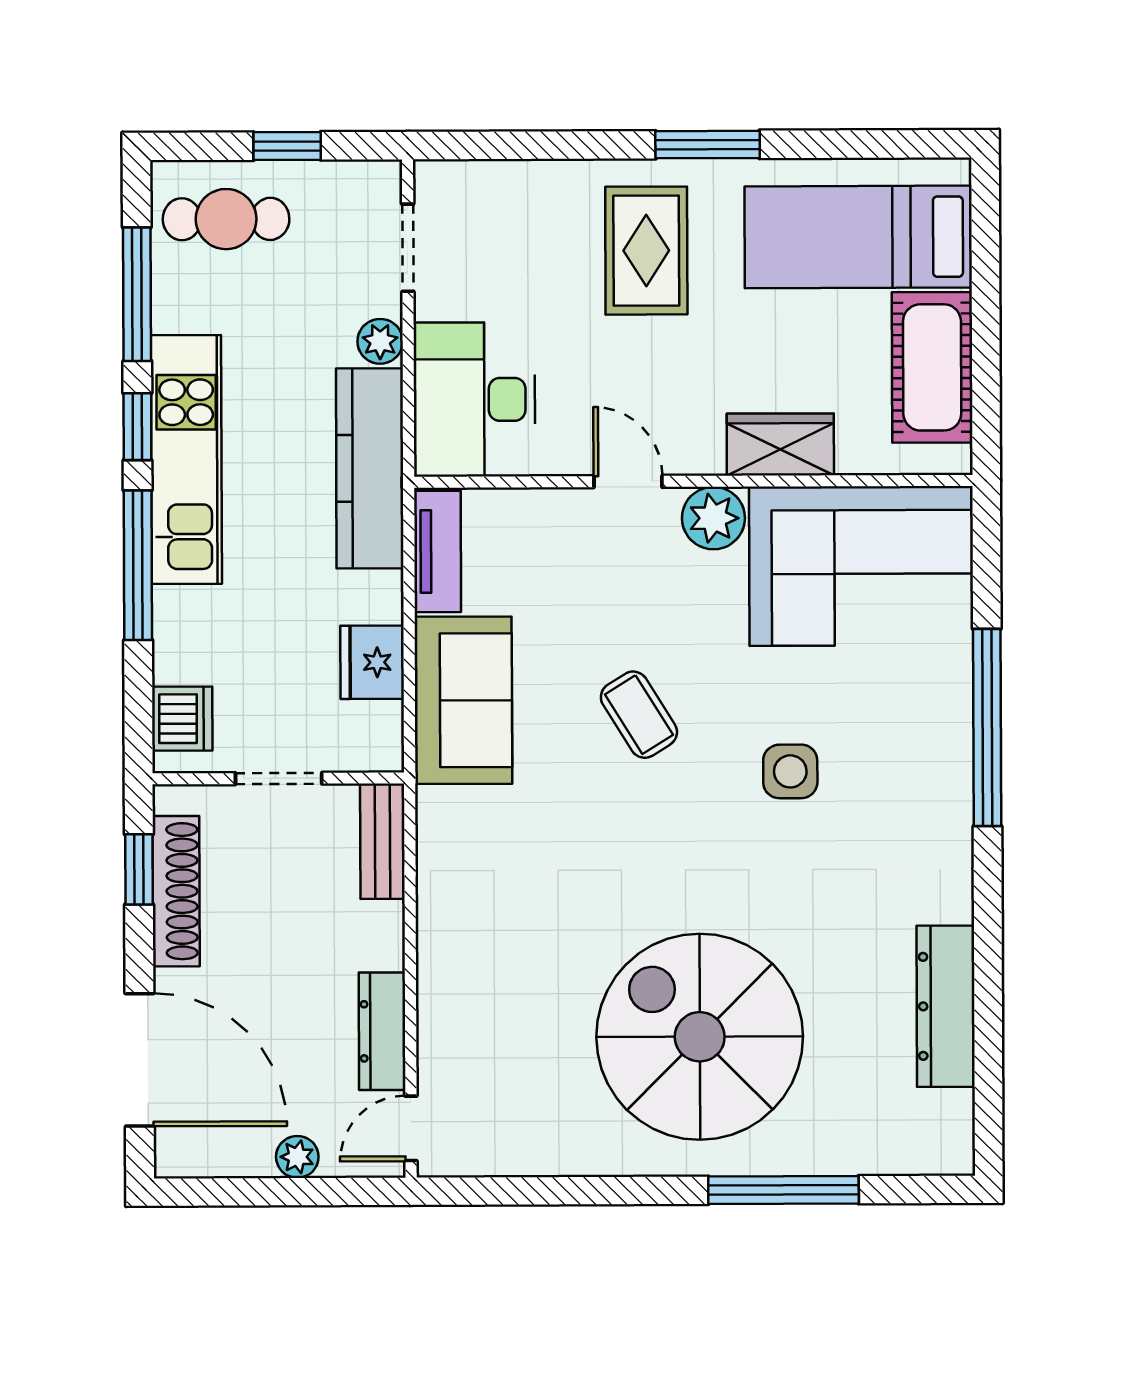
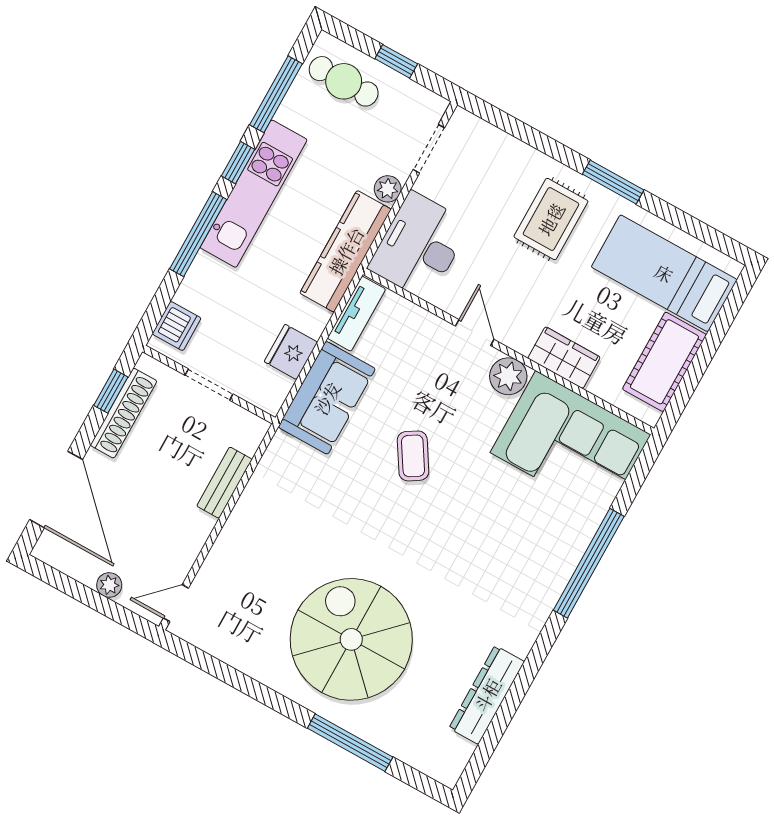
side table: (790, 771) -> (475, 529), removed
bench: (382, 841) -> (224, 483), moved
dresser: (382, 1031) -> (189, 545), removed

